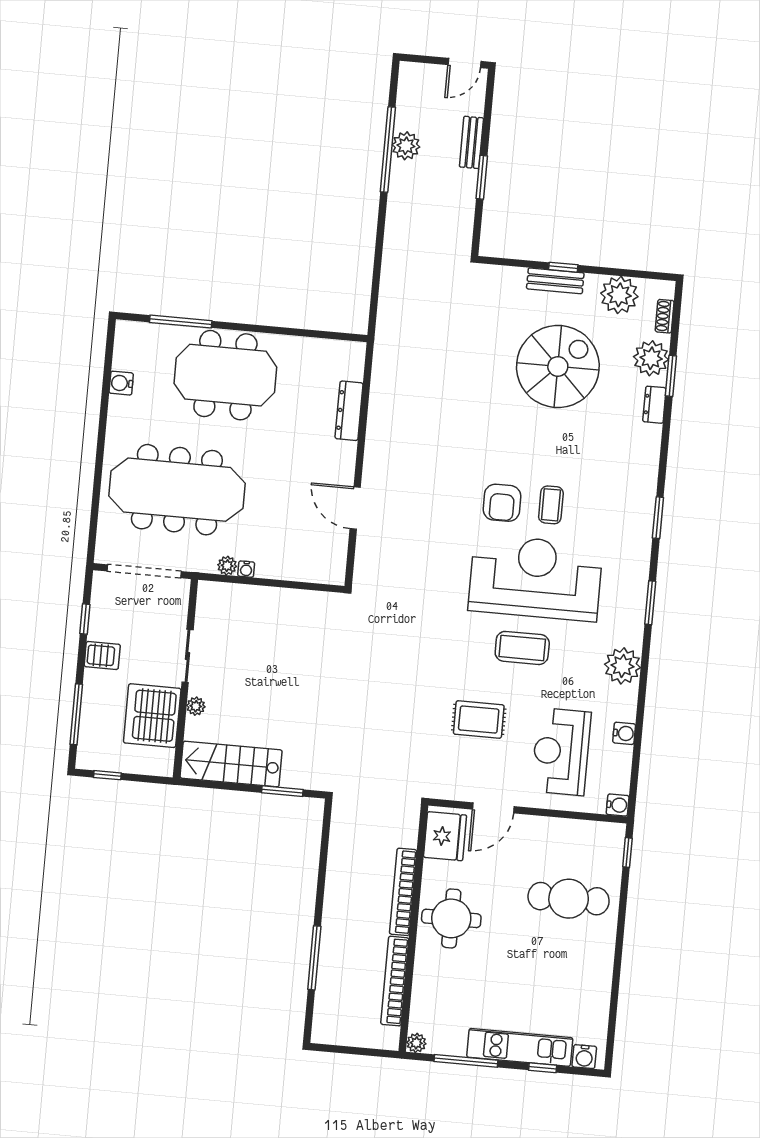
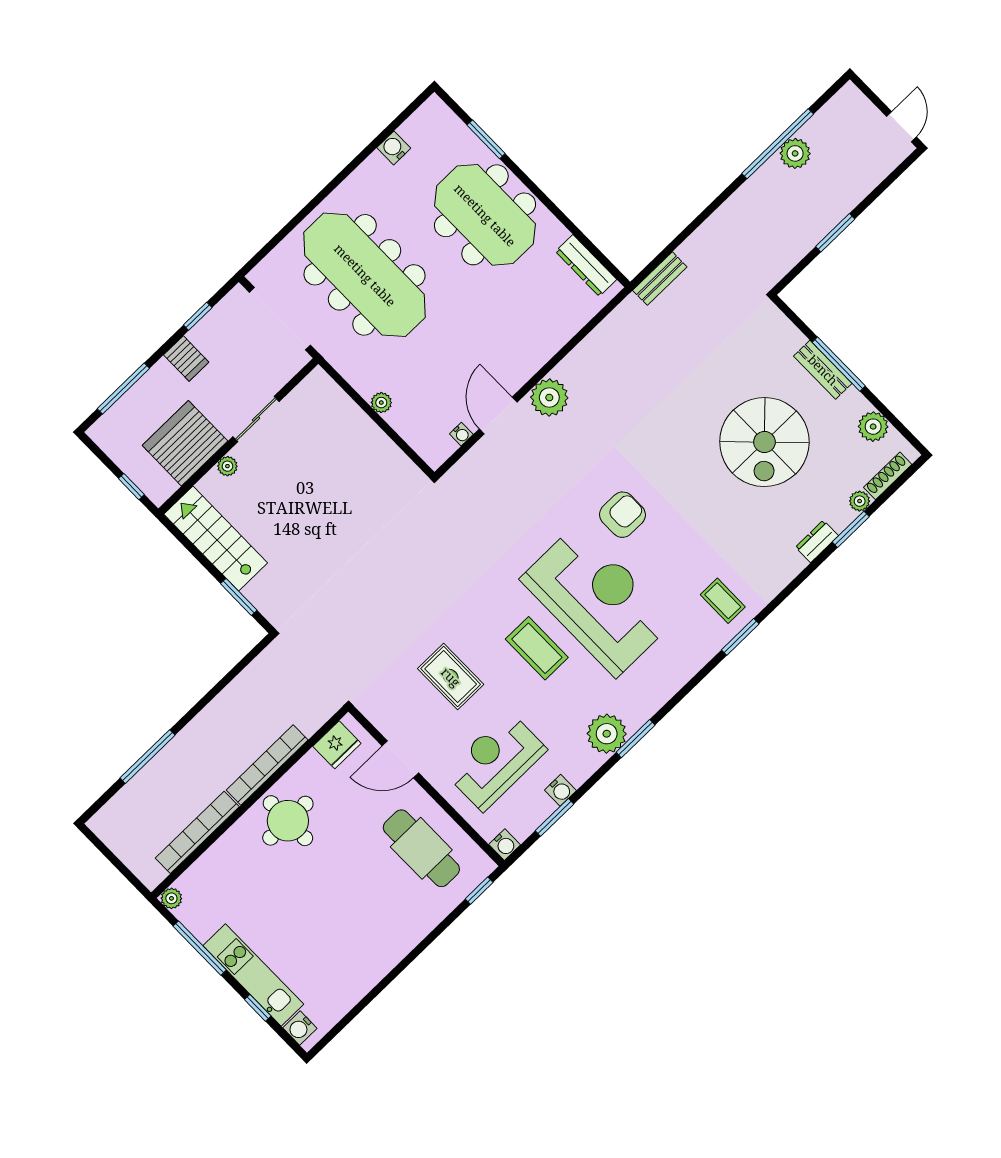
door: (464, 63) -> (901, 127), swing flipped
bench: (471, 142) -> (660, 279), moved
window: (563, 267) -> (839, 364), width x2.17
plant: (619, 295) -> (873, 427), width x0.73, depth x0.73
shoe rack: (665, 316) -> (888, 476), width x1.43
window: (181, 322) -> (486, 139), width x0.69
plant: (651, 358) -> (860, 501), width x0.53, depth x0.53
spiral stairs: (558, 366) -> (764, 442), turned 90
dresser: (349, 411) -> (586, 265), moved, turned -90
plant: (380, 465) -> (549, 398), added
armchair: (502, 503) -> (622, 515), turned 180
coffee table: (551, 505) -> (723, 601), moved, turned 90
plant: (227, 566) -> (381, 403), moved
water cooler: (246, 569) -> (461, 434), moved, turned -90
window: (650, 603) -> (636, 739), moved
window: (636, 756) -> (555, 817), added
window: (107, 775) -> (131, 487), moved
fridge: (445, 836) -> (337, 745), width x0.73, depth x0.75
cafe table: (569, 899) -> (421, 848), moved

